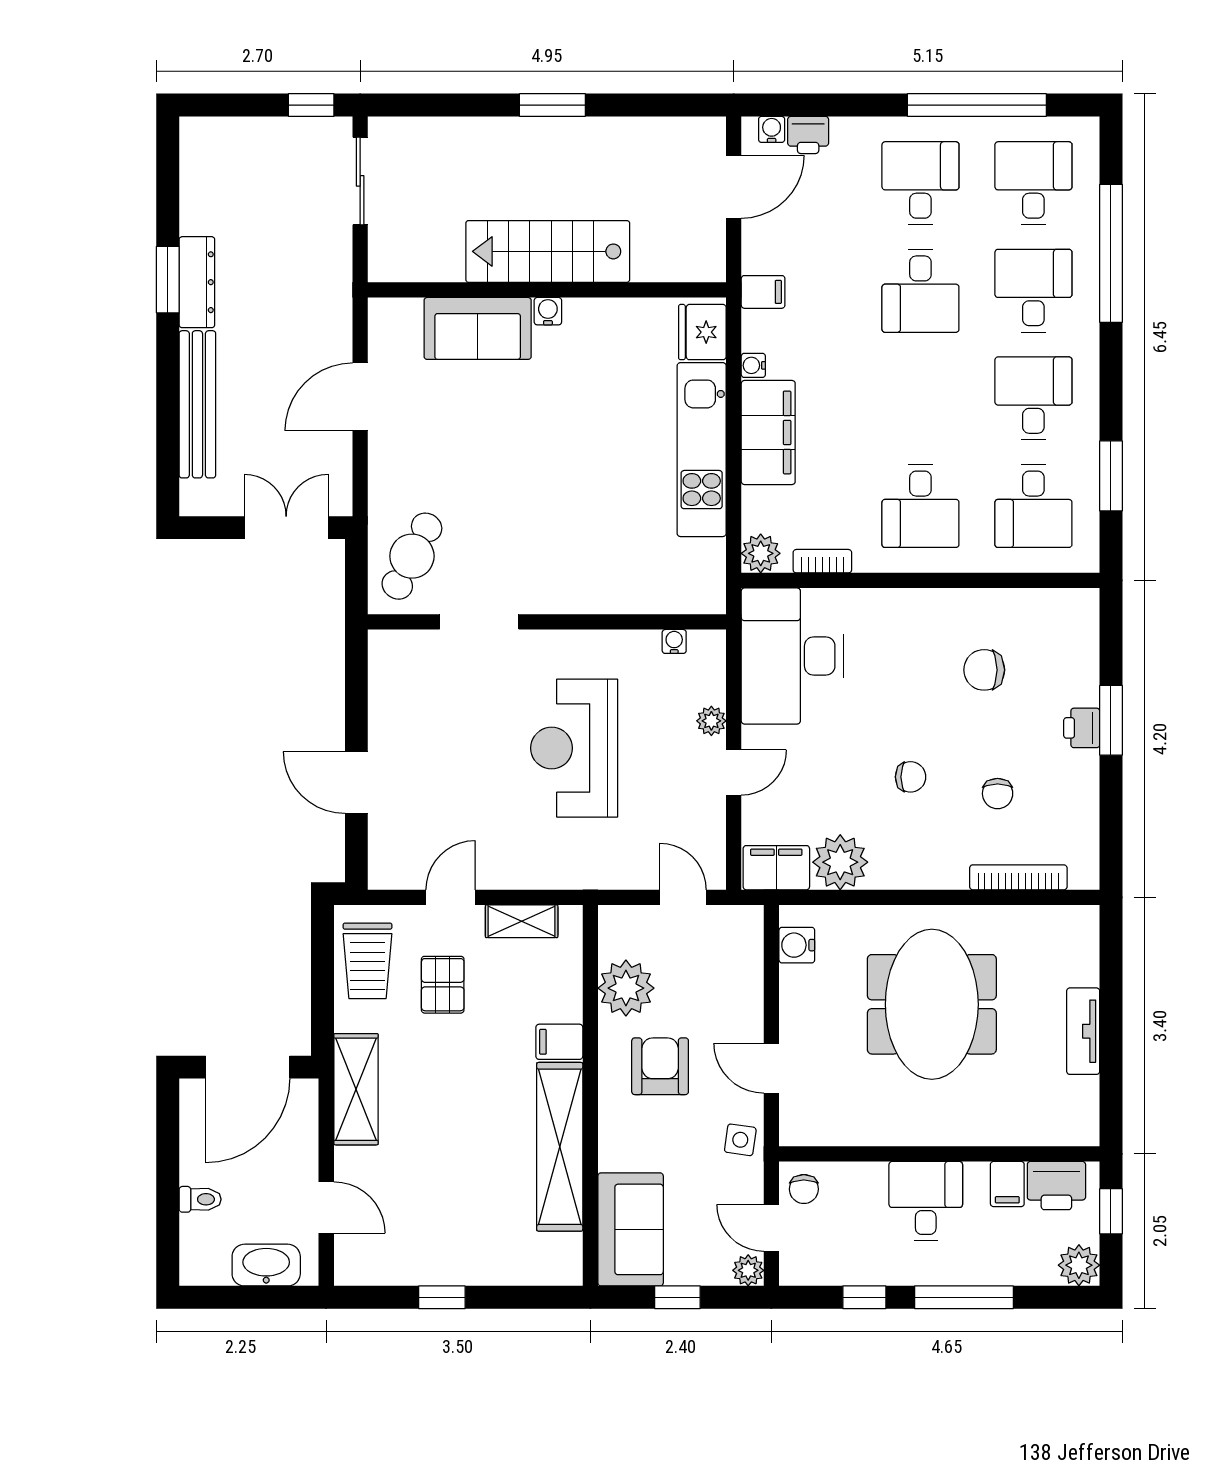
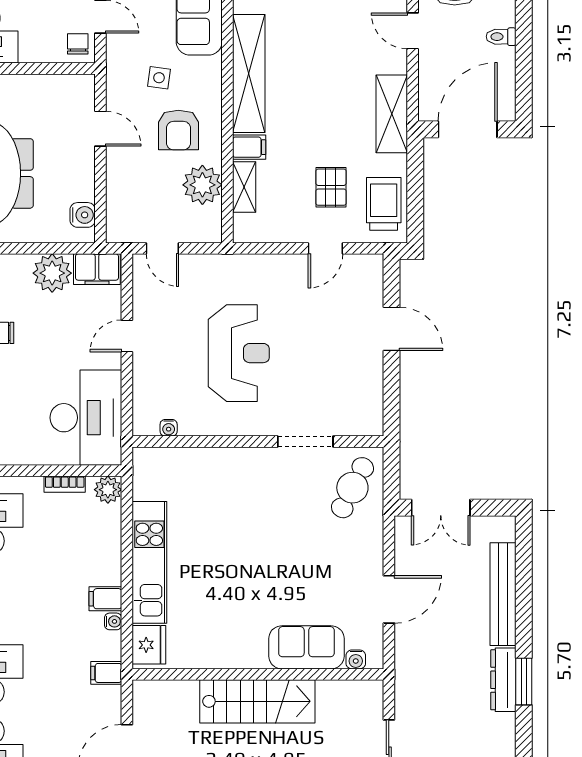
water cooler: (548, 311) -> (356, 659), moved
filing cabinet: (768, 432) -> (105, 599), width x0.33, depth x0.86
plant: (711, 721) -> (143, 372), removed
shelving: (522, 921) -> (244, 187), moved, turned 90
side table: (740, 1140) -> (159, 78), moved

